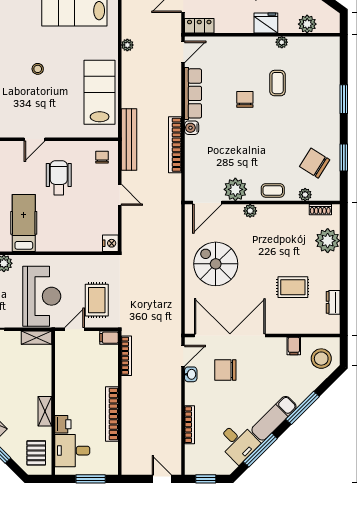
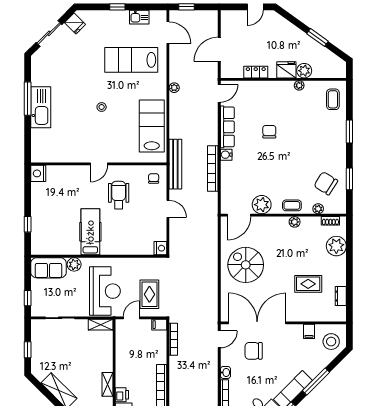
plant: (307, 24) -> (304, 71), moved
locker: (199, 26) -> (256, 72), moved
coffee table: (278, 83) -> (333, 99), moved
plant: (250, 211) -> (295, 222), moved
washbasin: (191, 374) -> (225, 372), moved

